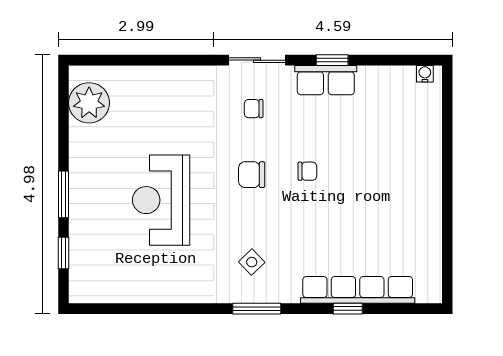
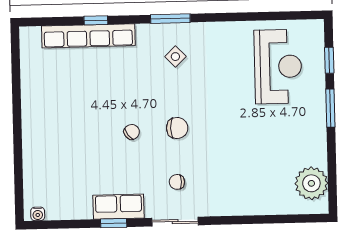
chair: (254, 109) -> (177, 182), turned 180
chair: (307, 171) -> (132, 132), turned 144
reception desk: (161, 200) -> (278, 66), moved

